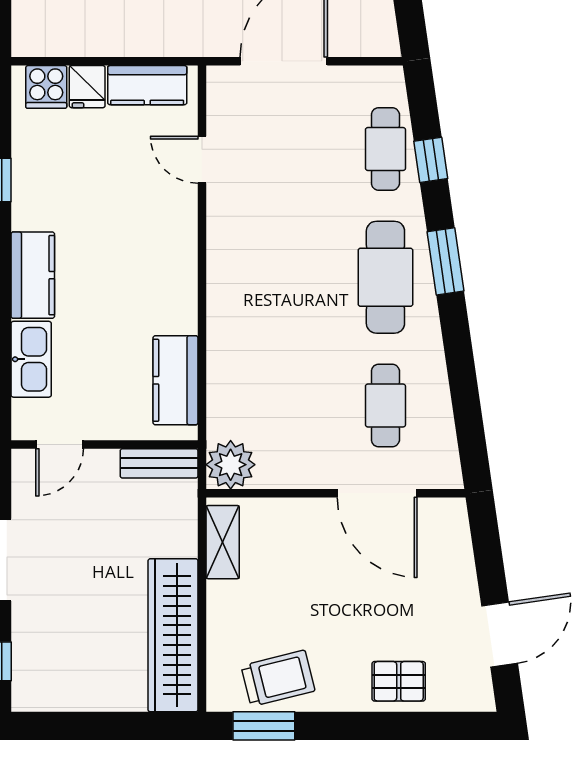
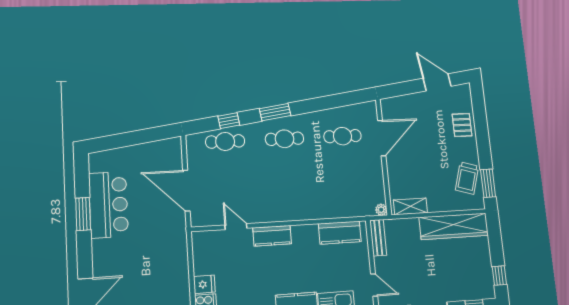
kitchen counter: (147, 85) -> (272, 236), moved, turned 90
door: (202, 160) -> (236, 227), swing flipped
cafe table: (385, 277) -> (284, 139), width x0.73, depth x0.74
plant: (231, 465) -> (381, 210), width x0.53, depth x0.53
trolley: (278, 678) -> (467, 178), turned -149
window: (59, 726) -> (499, 276), added

